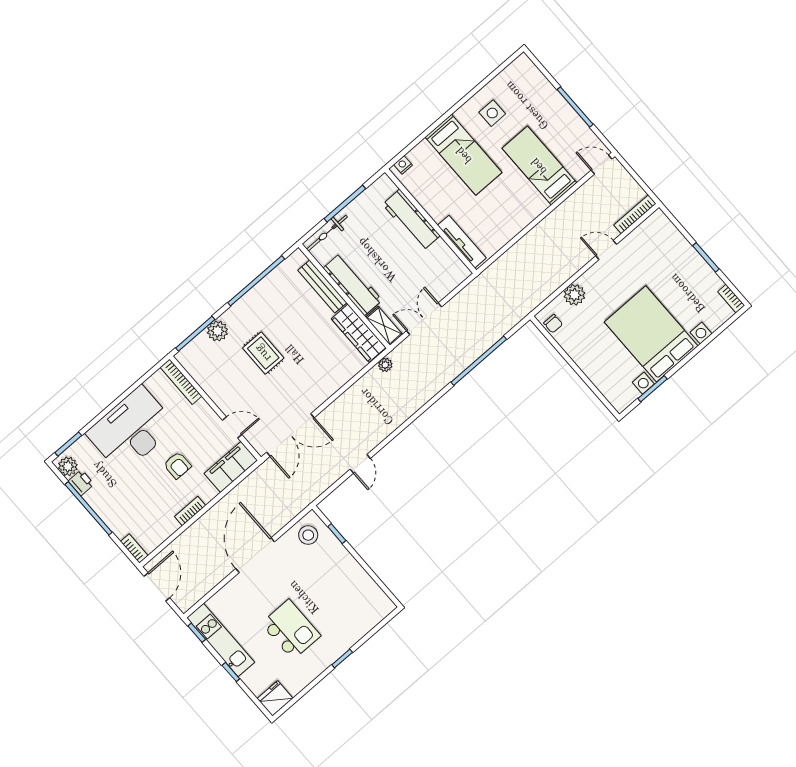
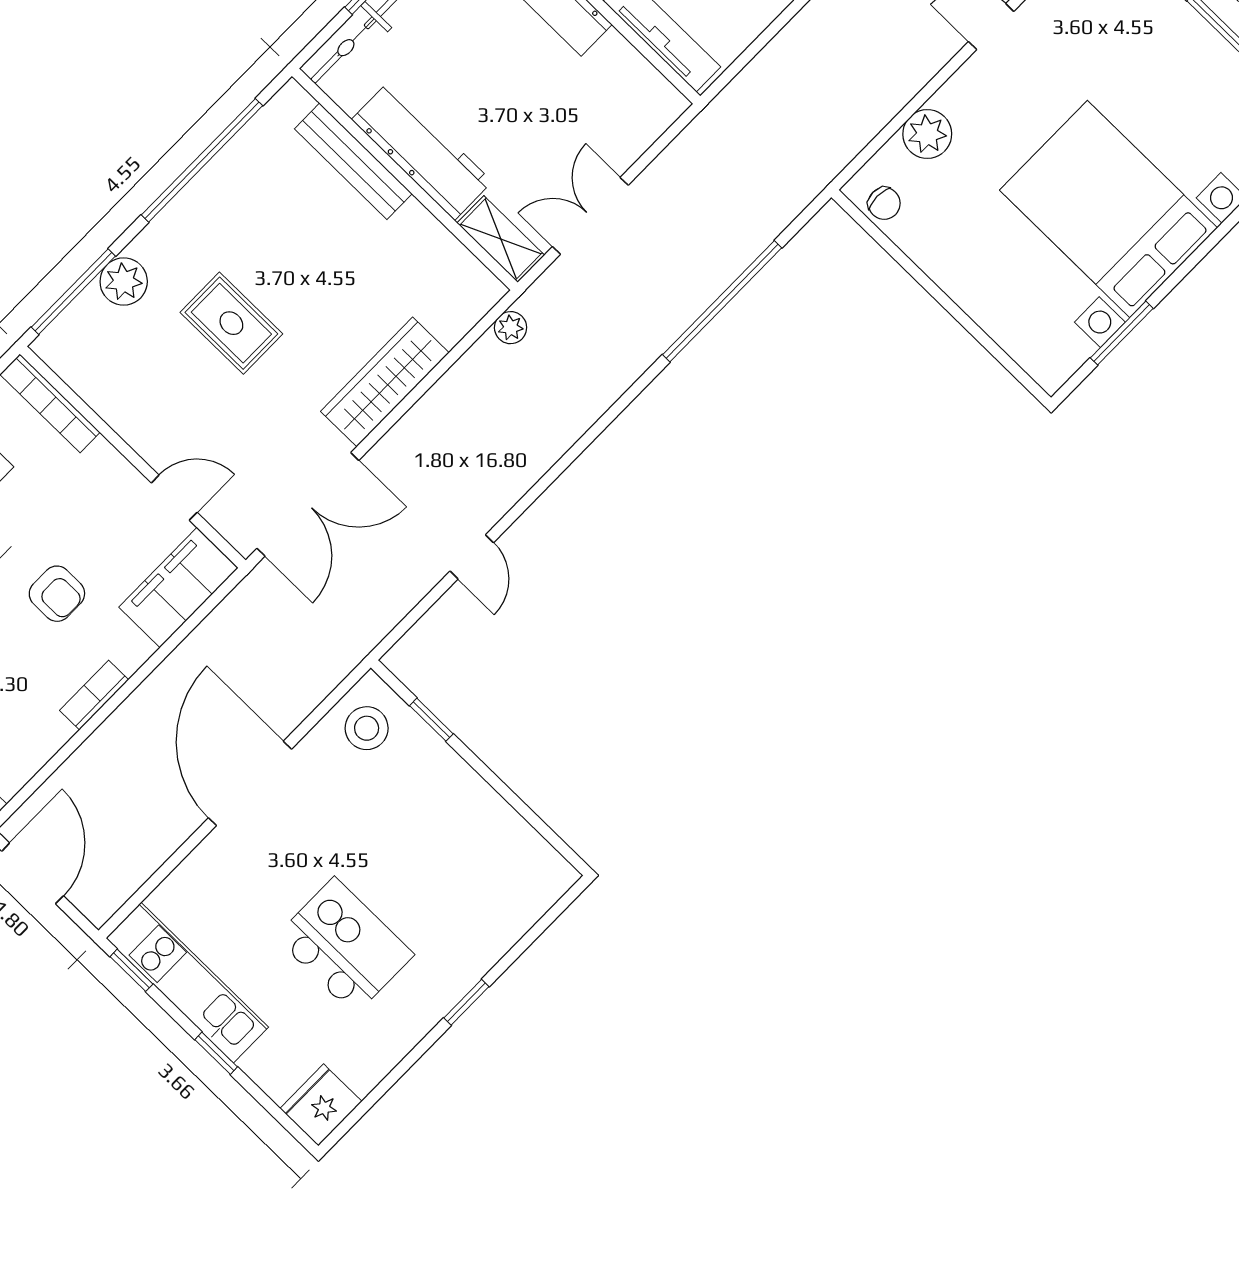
wardrobe: (359, 333) -> (385, 382), moved, turned 90

